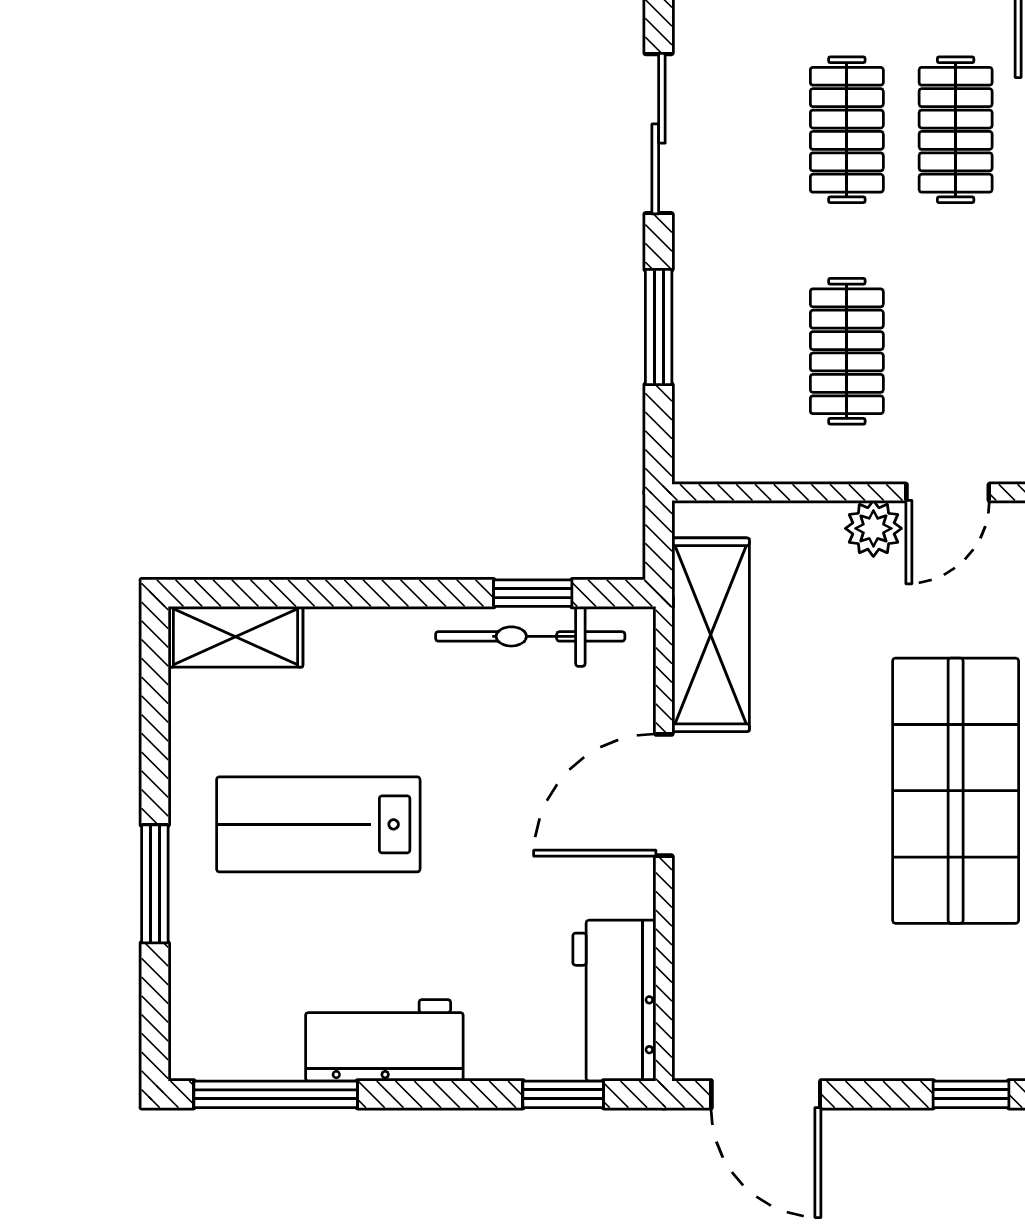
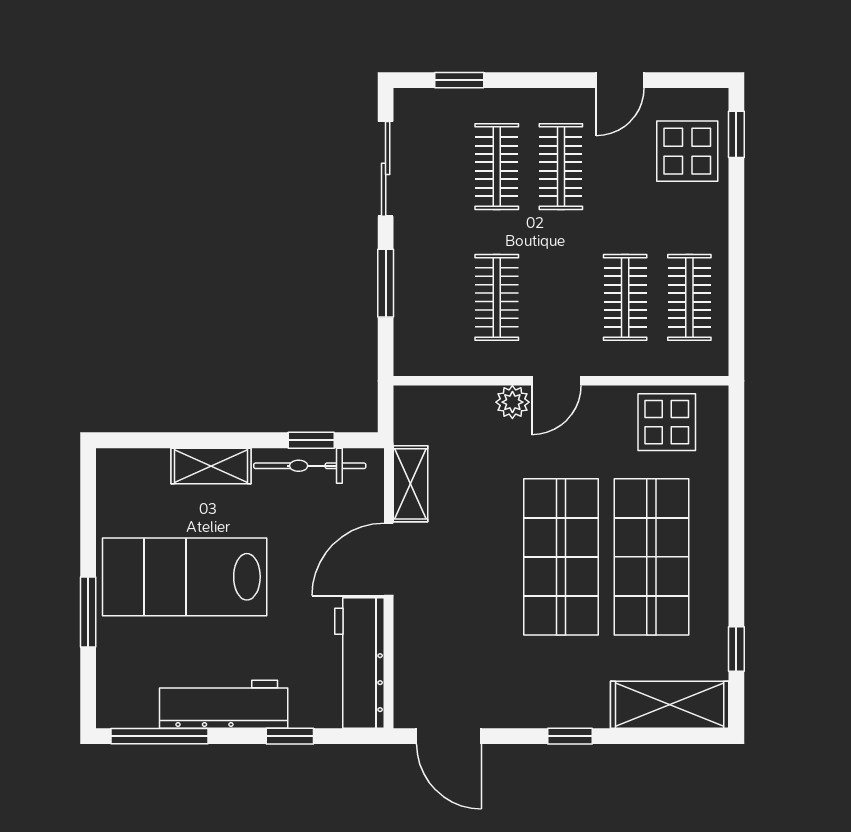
shelving: (711, 635) -> (411, 484), width x0.67, depth x0.75
shelving: (235, 637) -> (211, 466), moved
lab bench: (318, 824) -> (185, 577), width x1.36, depth x1.39
workbench: (614, 1001) -> (359, 663), width x1.38
workbench: (384, 1040) -> (224, 704), width x1.38
window: (563, 1094) -> (290, 736), moved

